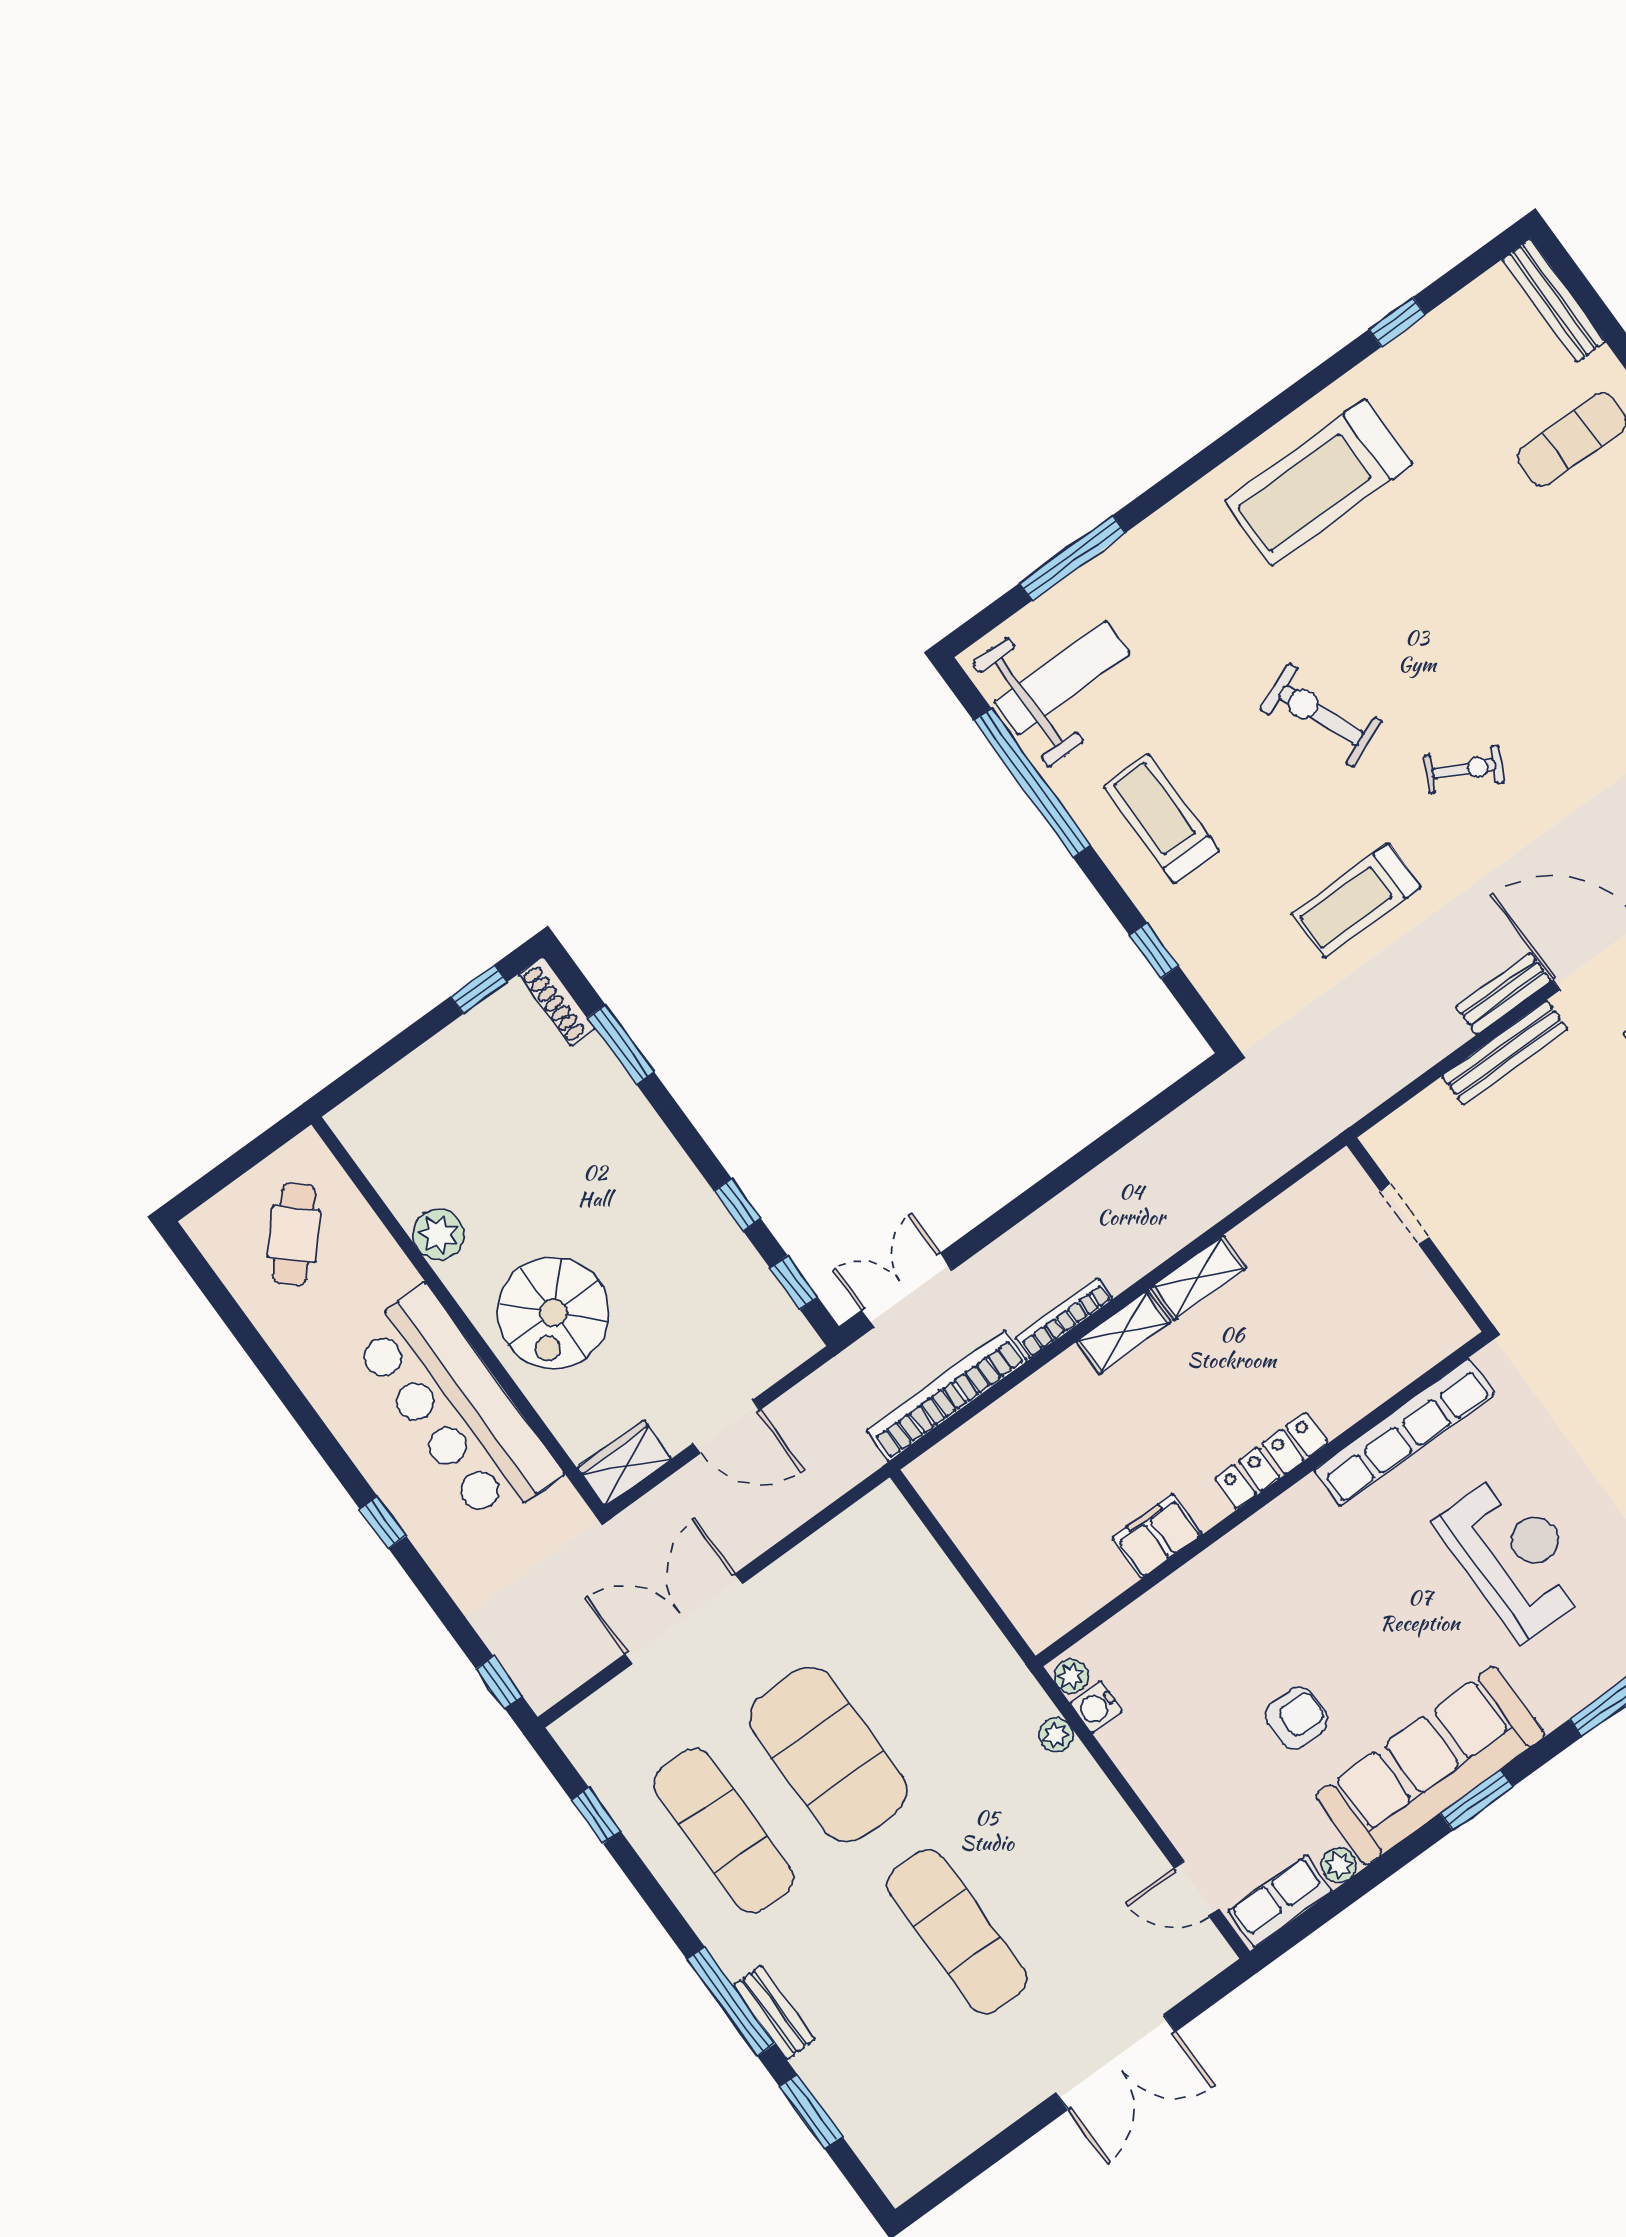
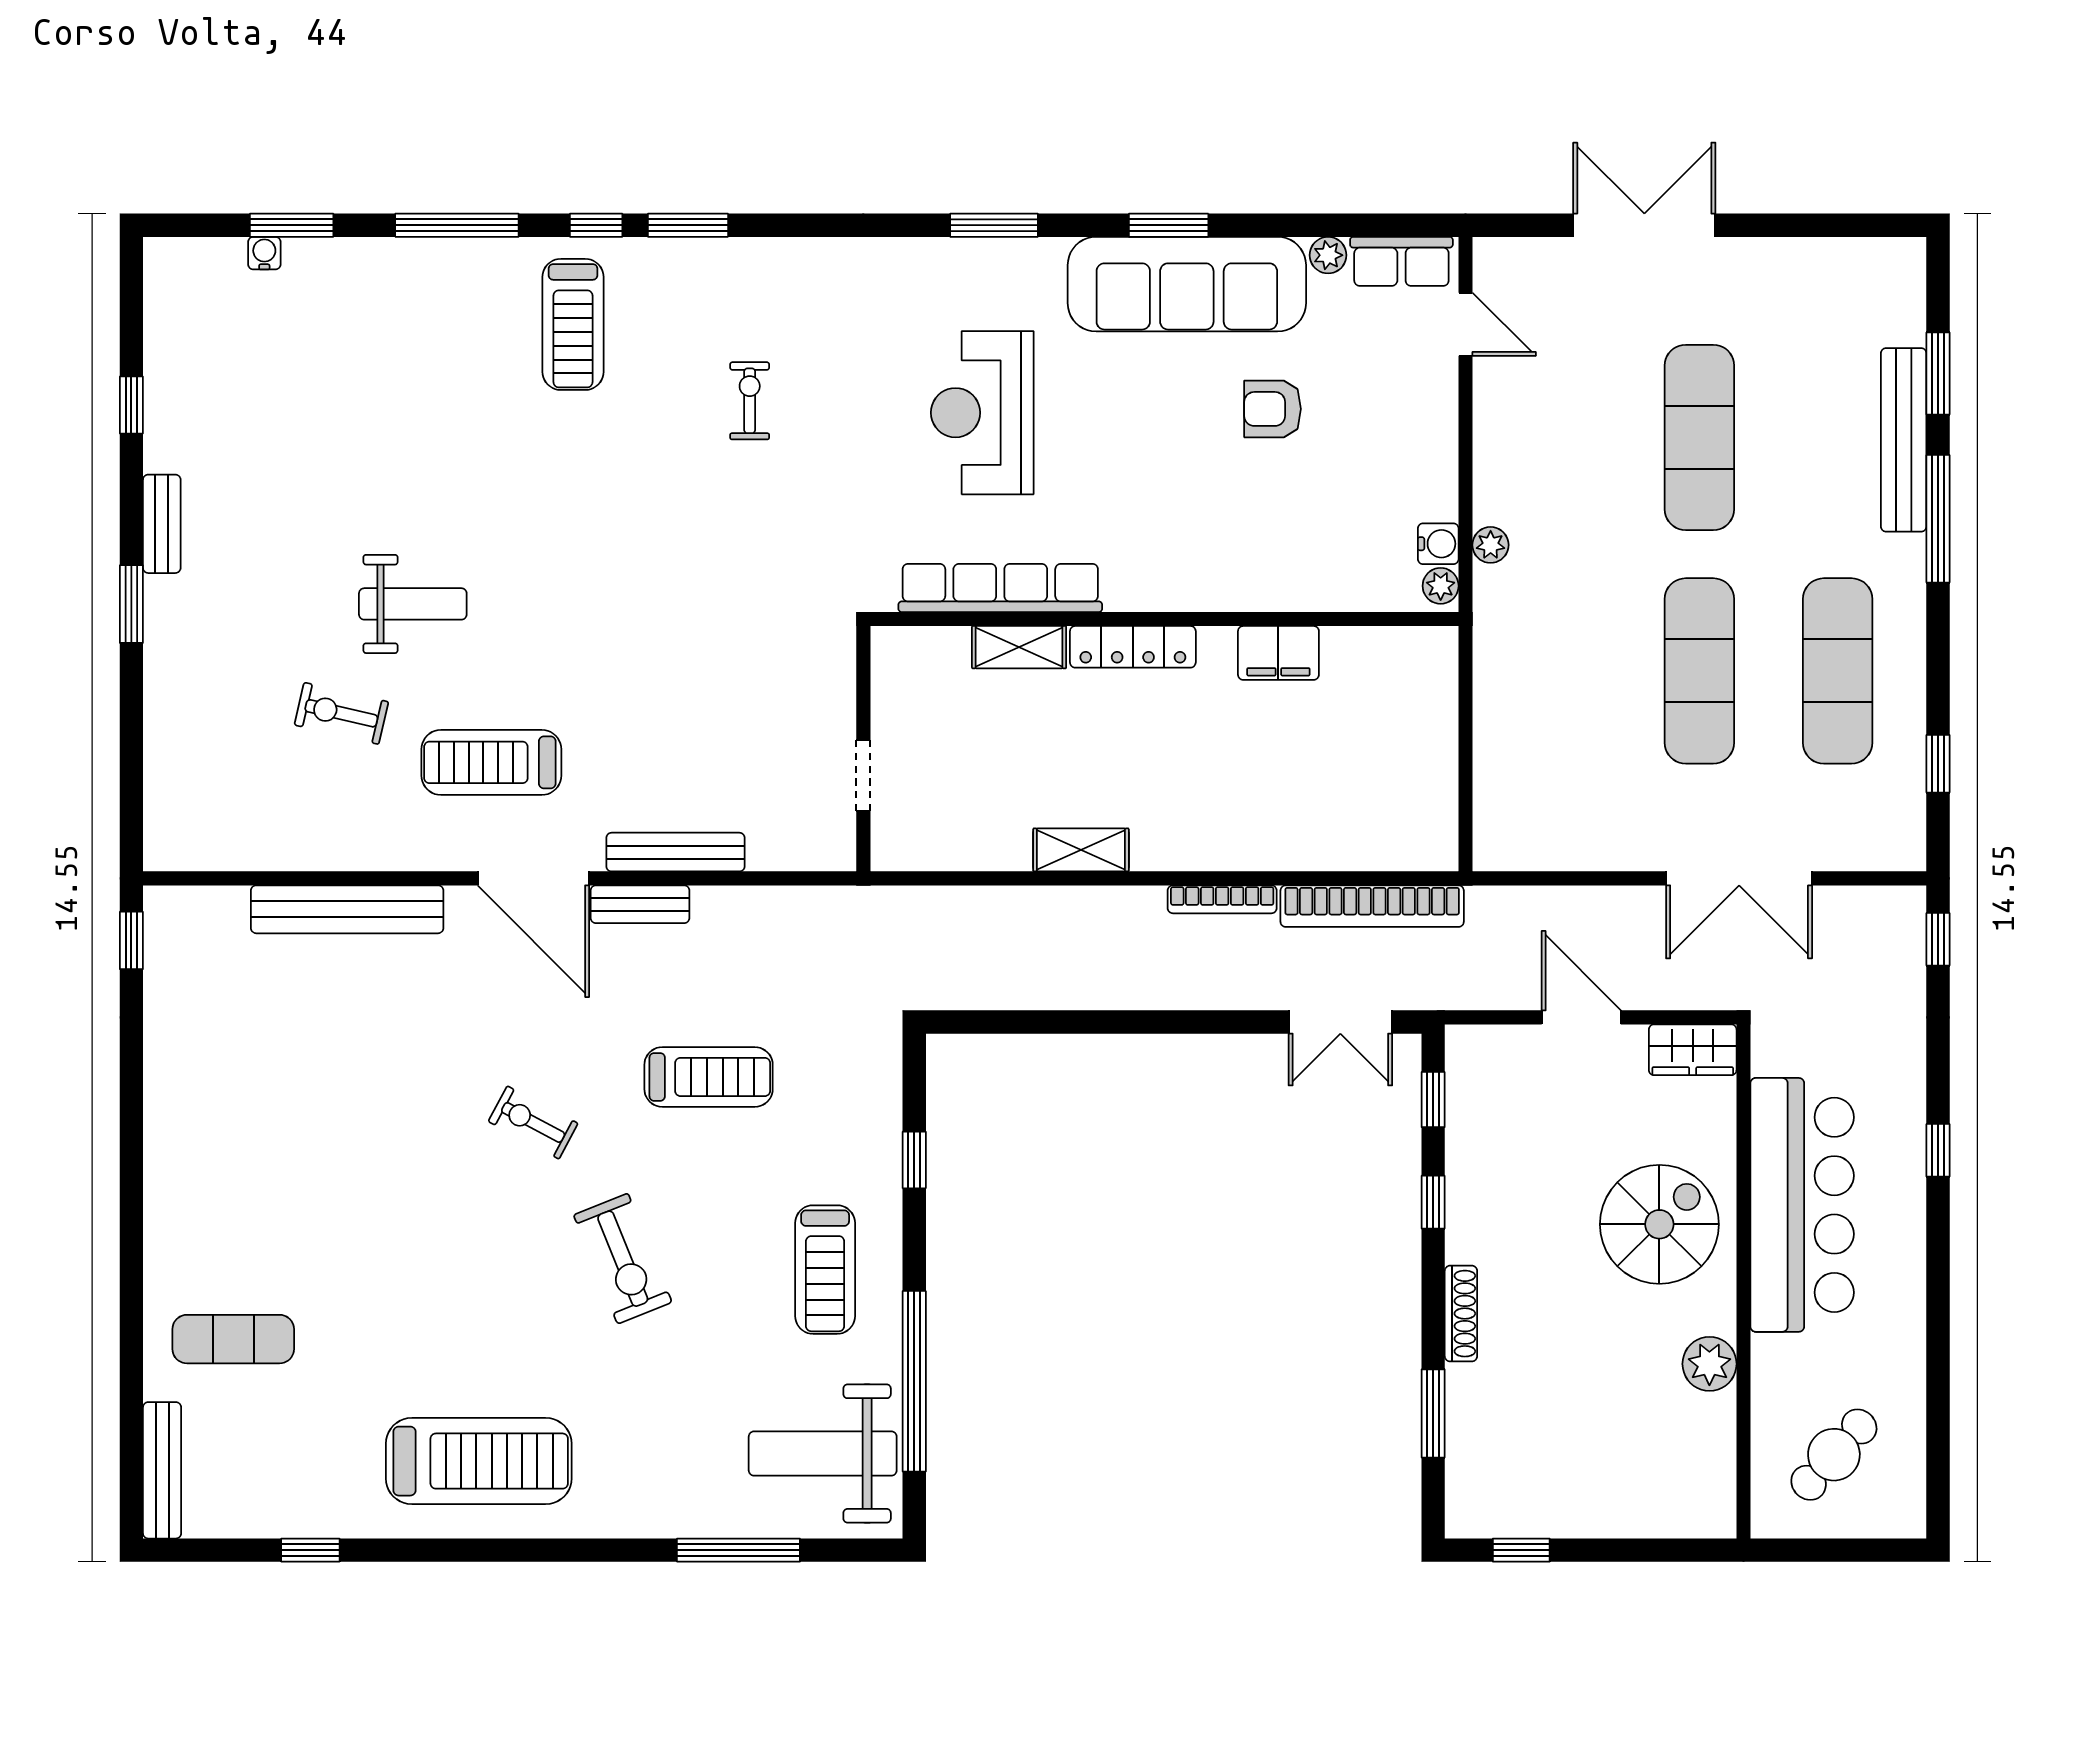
shoe rack: (557, 1001) -> (1461, 1314), moved
shelving: (1123, 1332) -> (1019, 647), moved
exercise mat: (828, 1755) -> (1699, 671), width x0.68
bench: (774, 2012) -> (1904, 440), width x1.86, depth x1.21

